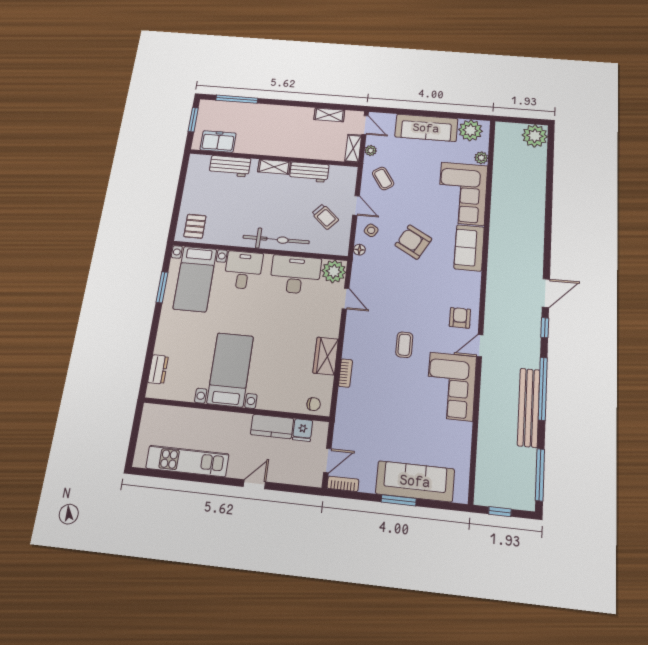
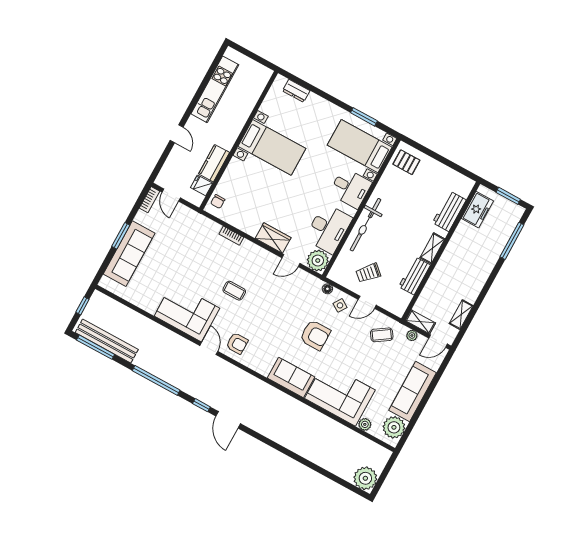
armchair: (413, 242) -> (315, 335), turned 61
wardrobe: (326, 356) -> (273, 238), moved
bench: (529, 407) -> (107, 341), moved

